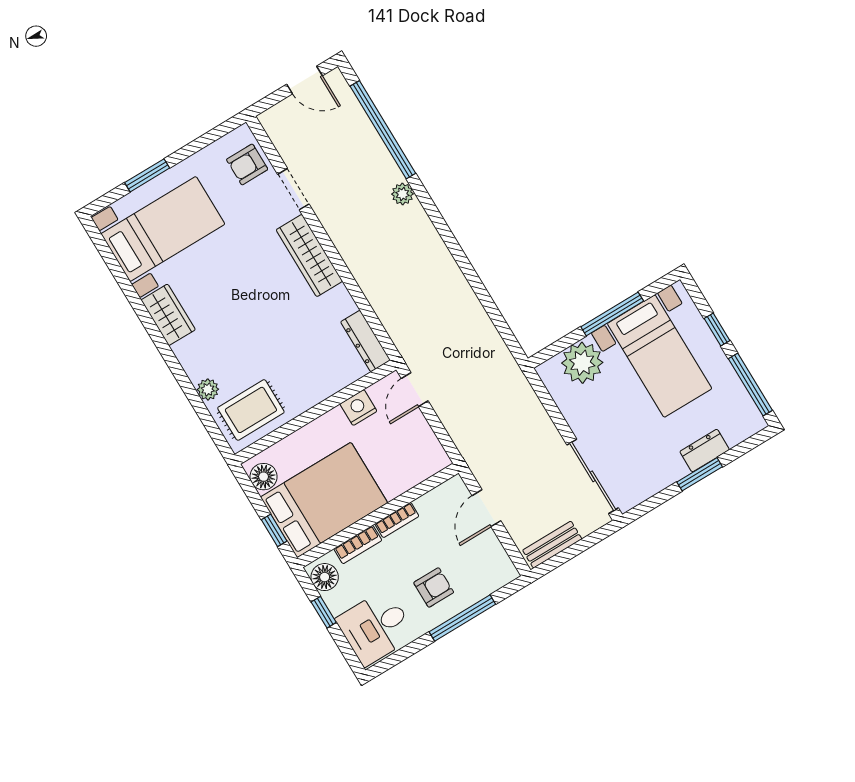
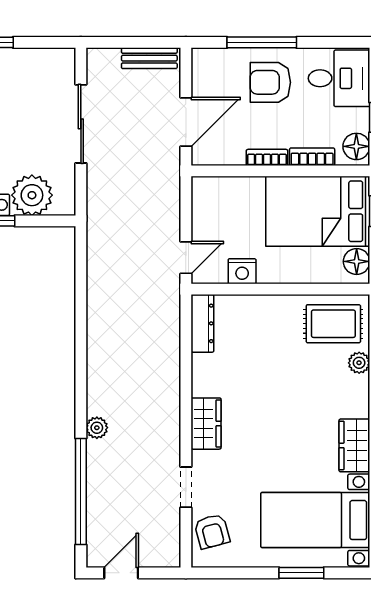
door: (304, 80) -> (121, 573), hinge flipped
armchair: (247, 164) -> (212, 531), turned 75
wardrobe: (309, 255) -> (206, 424), width x0.67
sliding door: (593, 476) -> (81, 124), moved
door: (487, 508) -> (186, 122), width x1.38
armchair: (434, 587) -> (270, 82), width x1.38, depth x1.38

